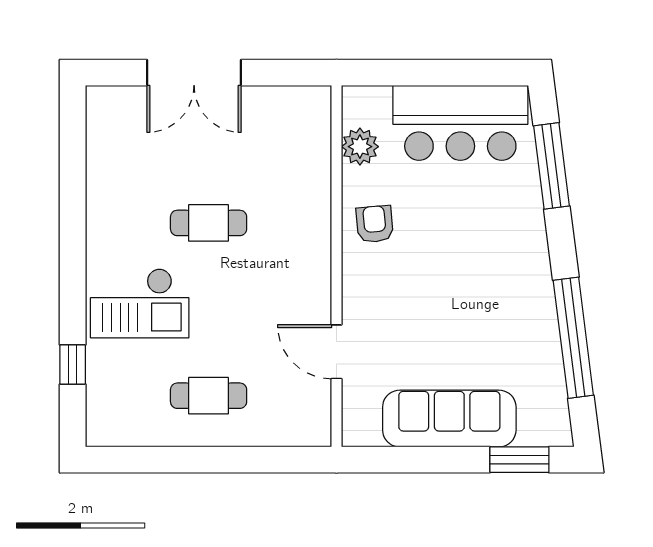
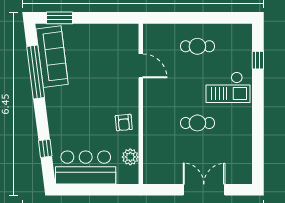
window: (551, 166) -> (45, 148), width x0.46
checkout: (140, 303) -> (228, 87), turned 180
sofa: (449, 419) -> (52, 57), moved, turned -97

